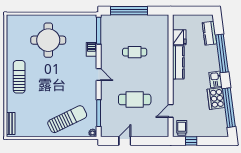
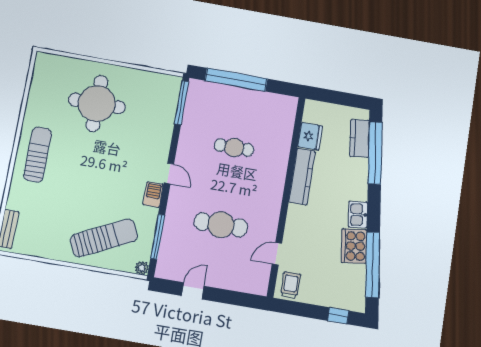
barbecue: (92, 49) -> (153, 195), moved
window: (222, 53) -> (375, 153), moved
window: (191, 141) -> (338, 316), moved

